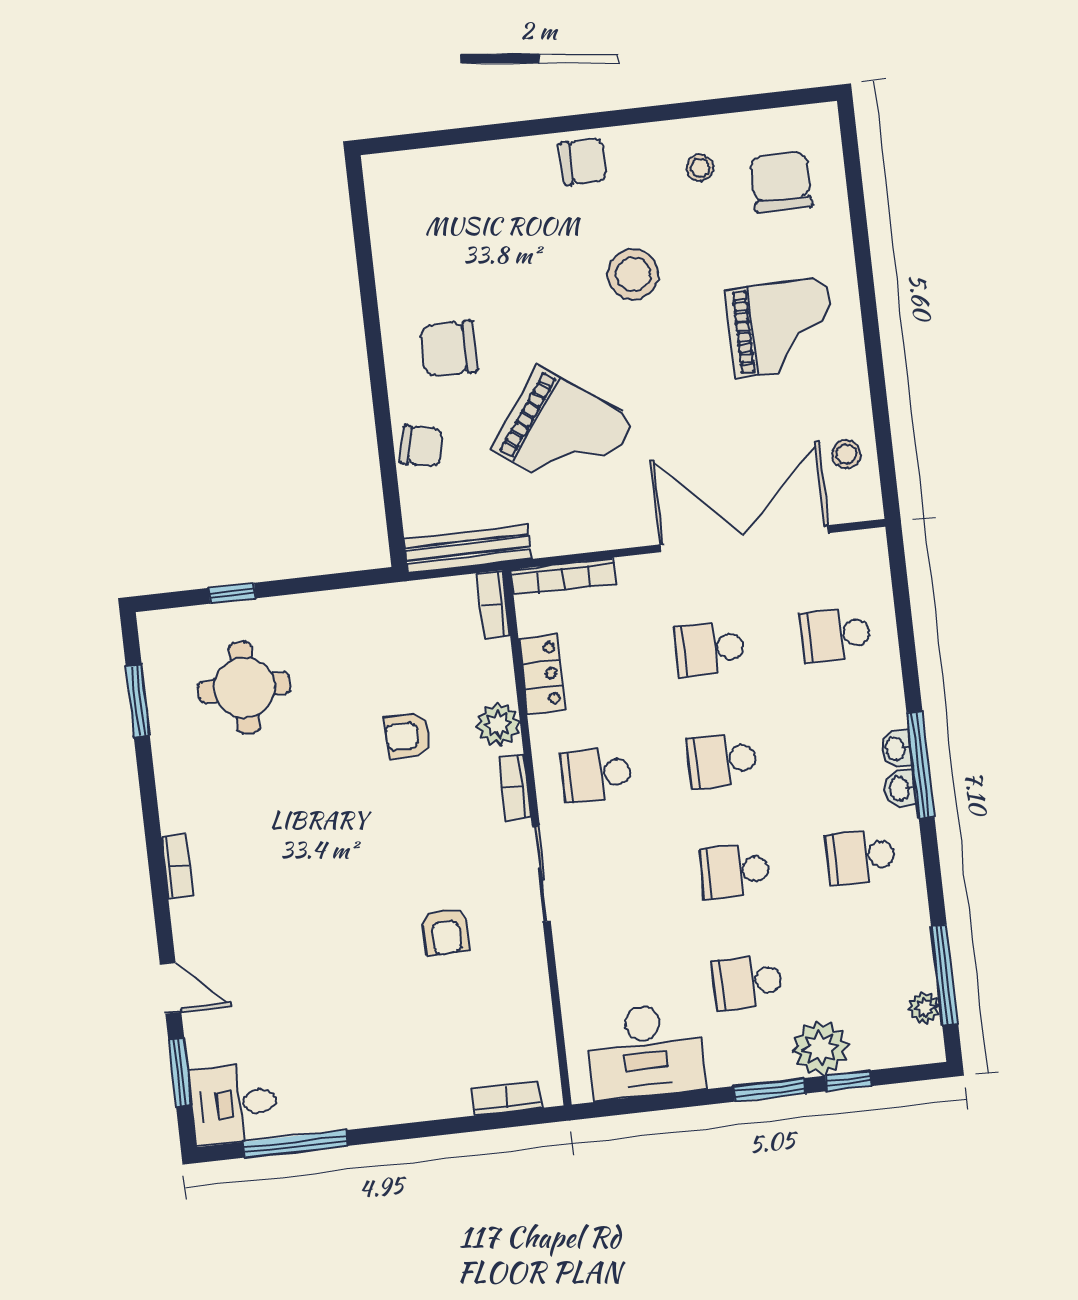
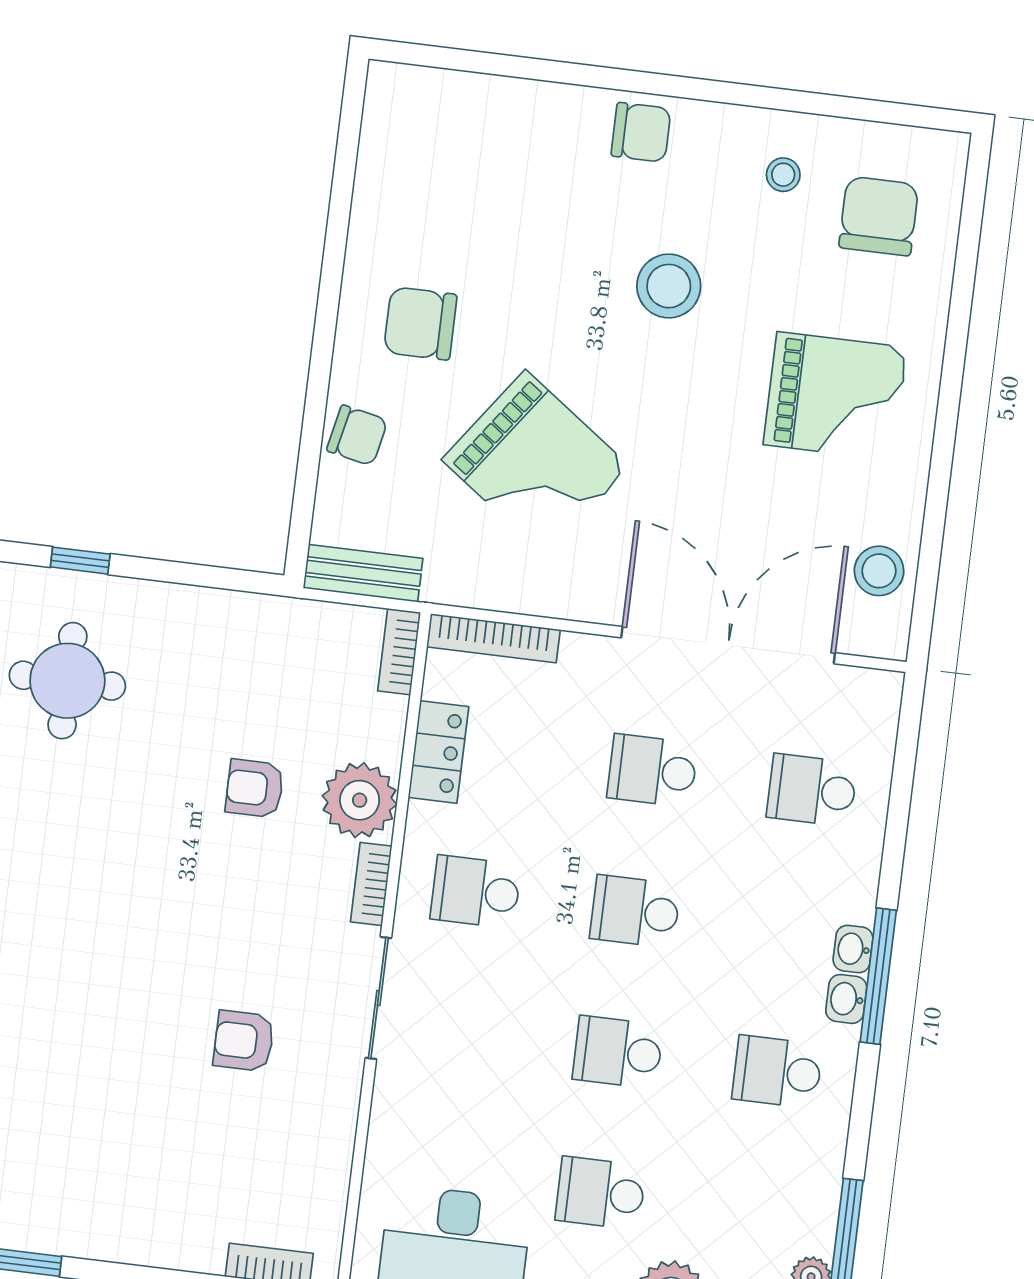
stool: (846, 454) -> (879, 571), width x1.37, depth x1.37
bench: (468, 549) -> (363, 573), width x0.73
plant: (498, 724) -> (360, 800), width x1.36, depth x1.36
armchair: (446, 931) -> (244, 1041), turned 90

